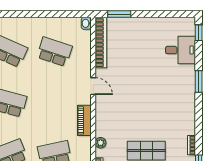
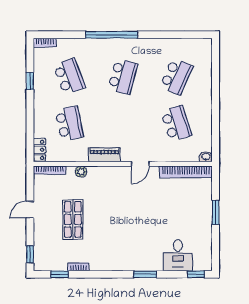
window: (119, 14) -> (216, 212), moved
school desk: (55, 52) -> (176, 124), turned -36

